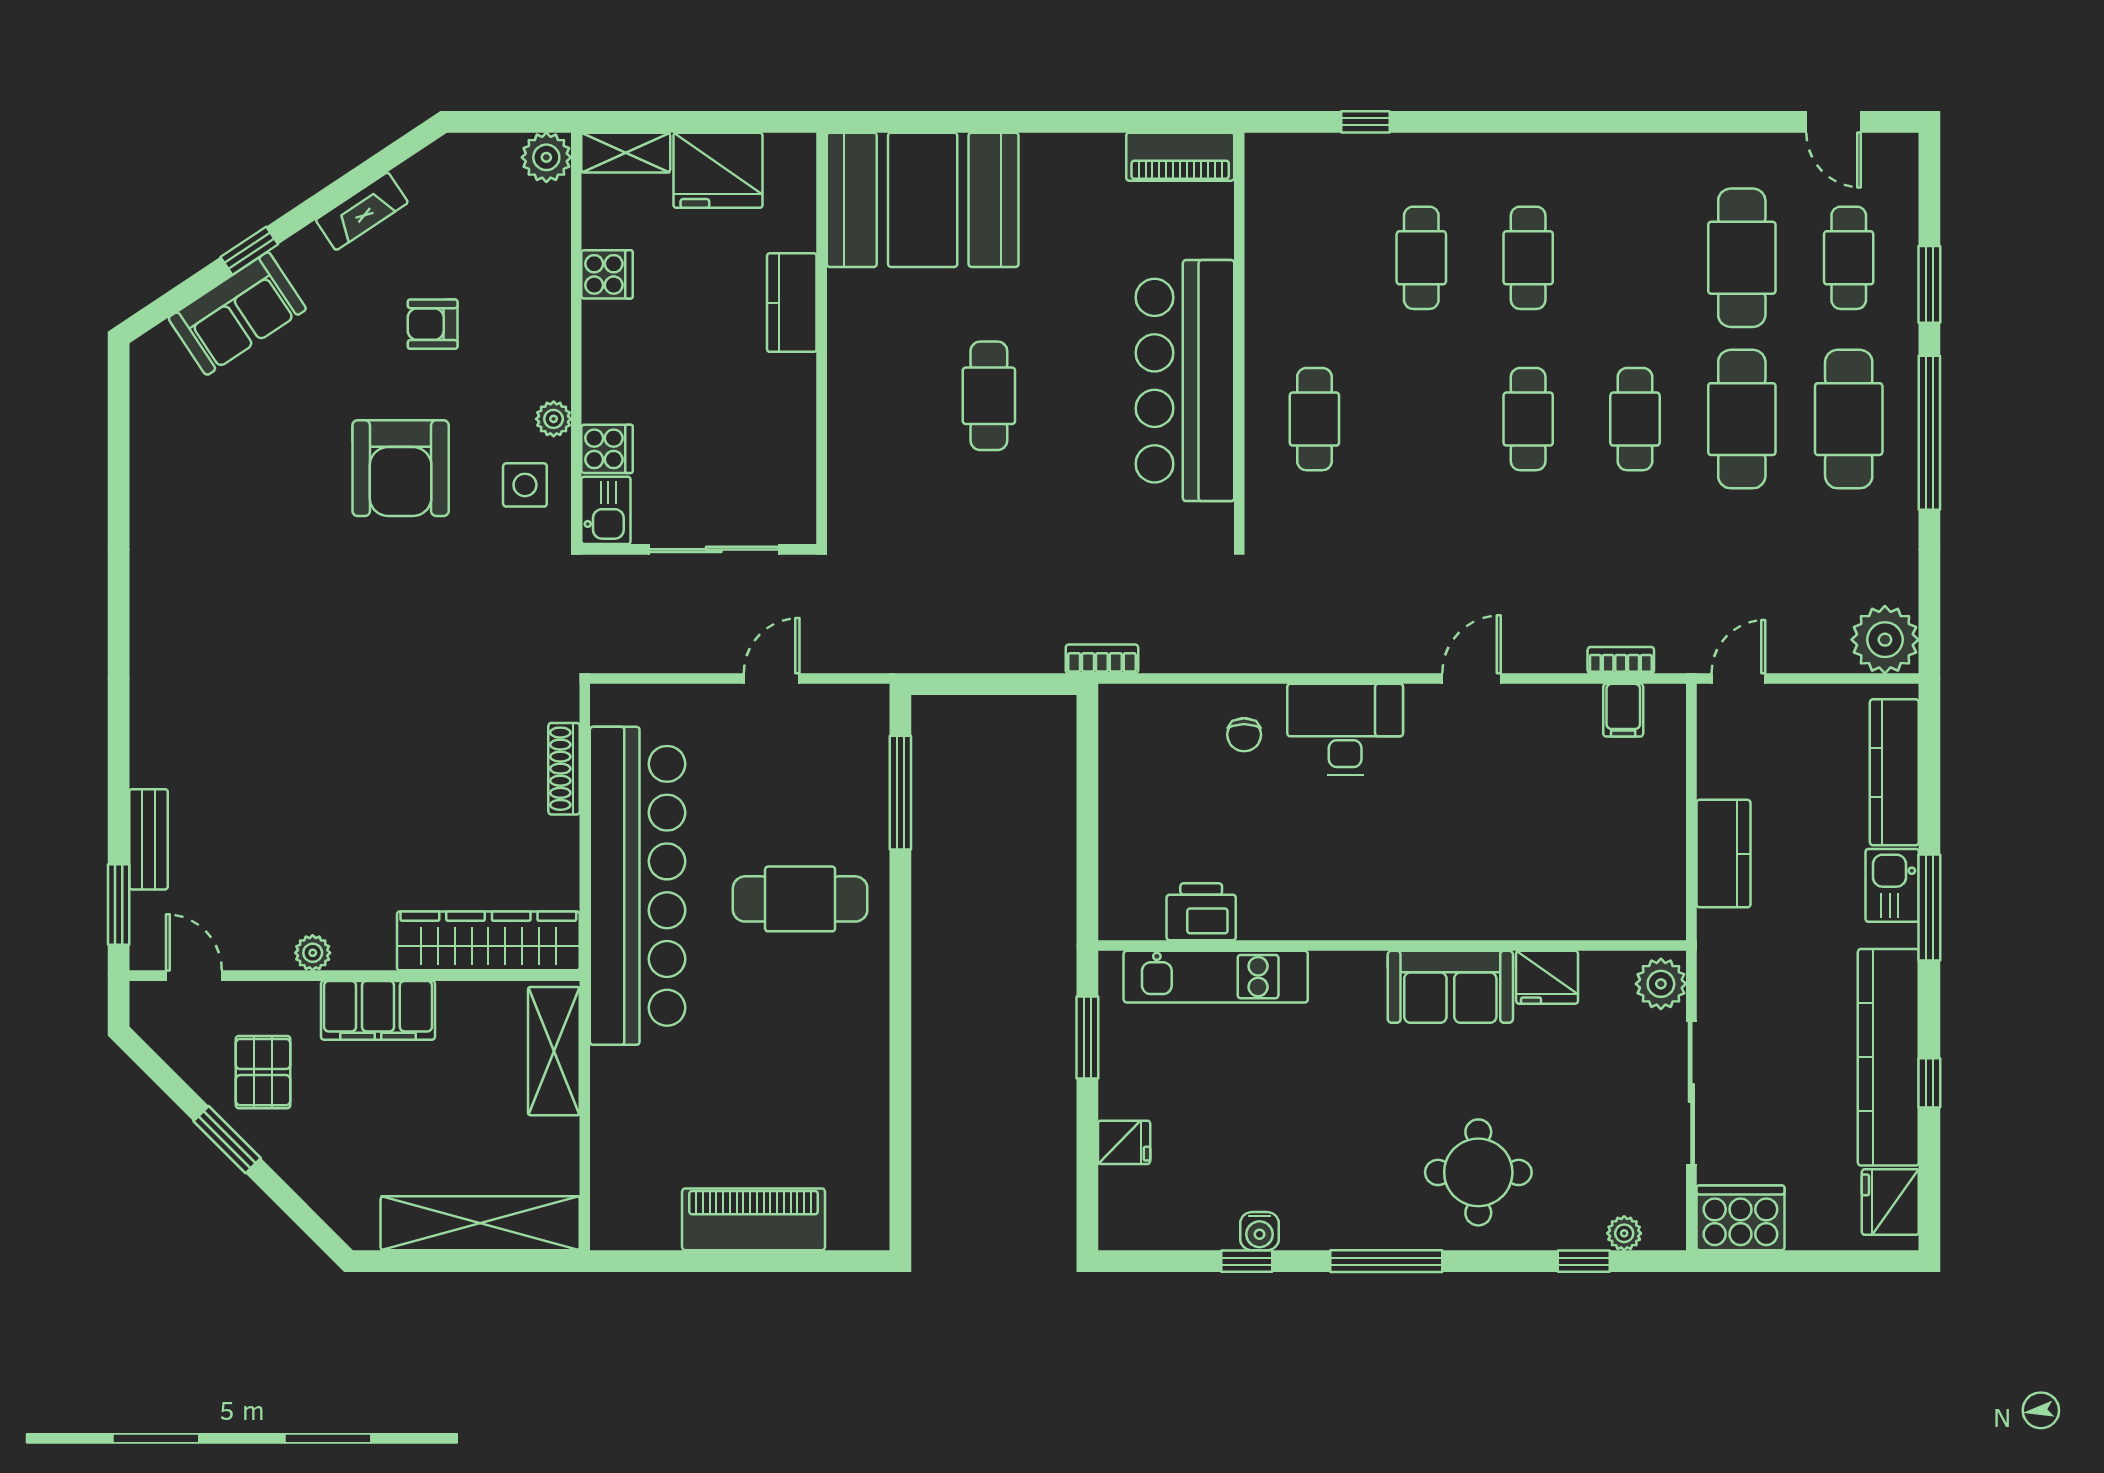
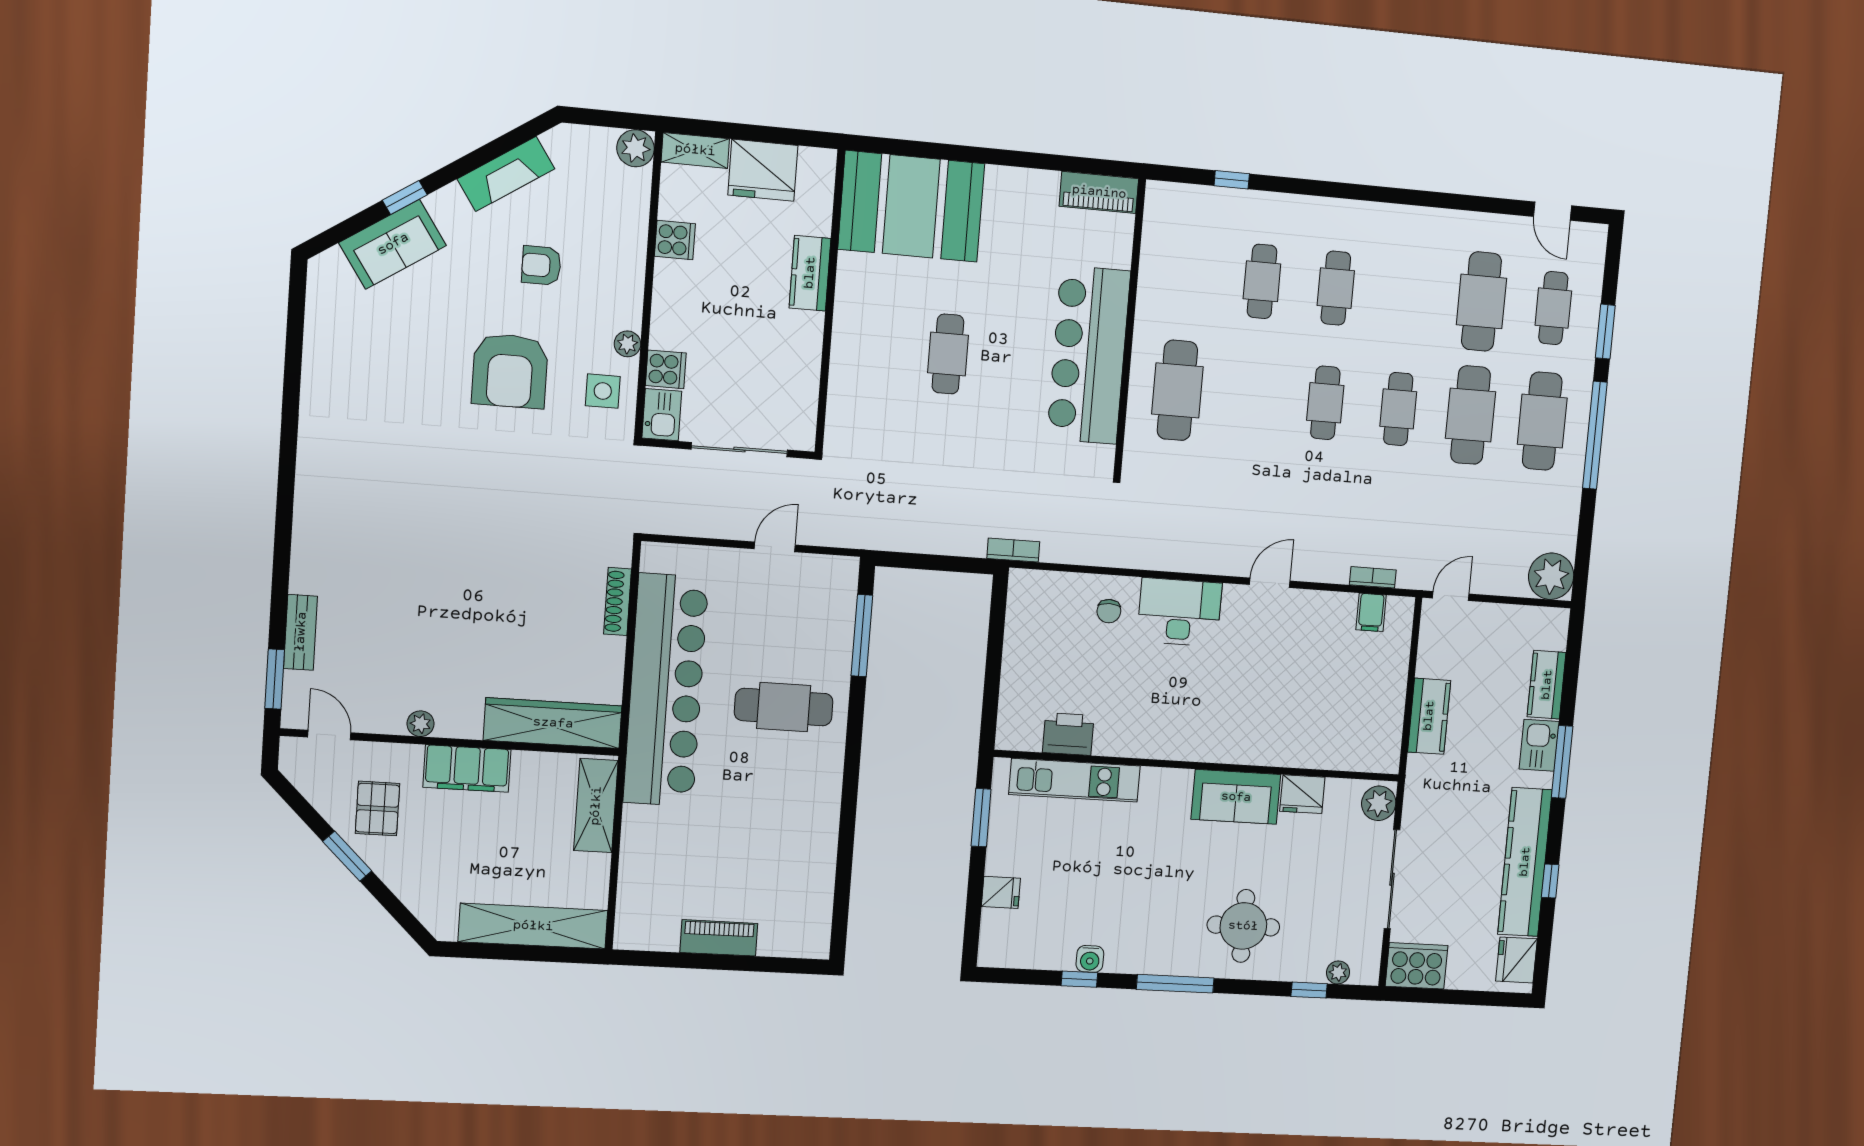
fireplace: (362, 211) -> (506, 174), width x1.37, depth x1.32
cafe table: (1314, 419) -> (1177, 390), width x1.37, depth x1.35
kitchen counter: (1894, 772) -> (1547, 685), width x0.67
piano: (754, 1219) -> (719, 938), width x0.73, depth x0.75

